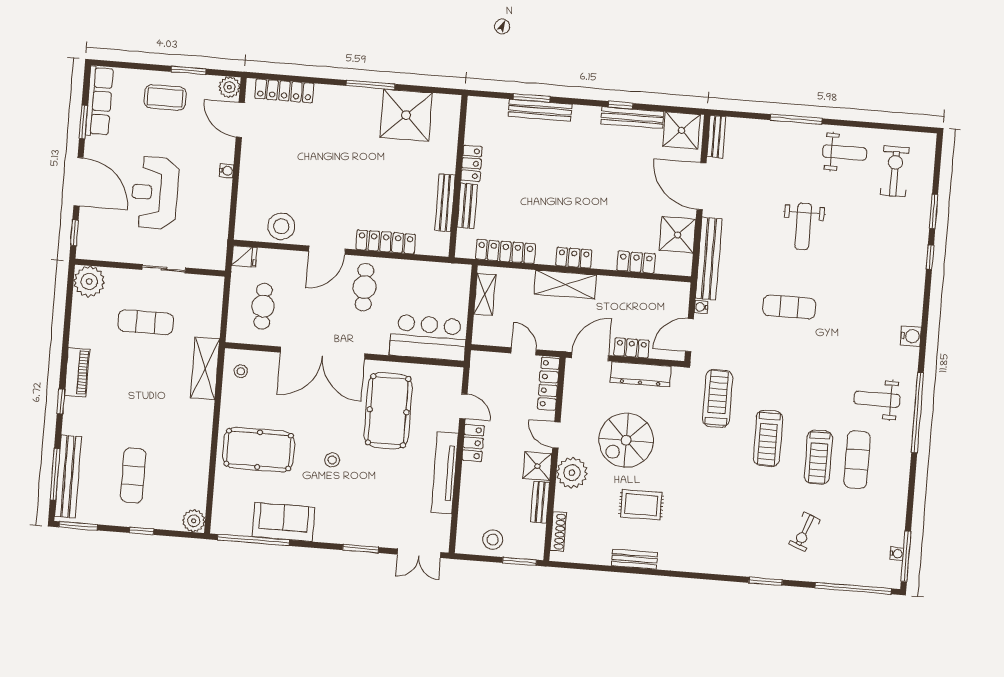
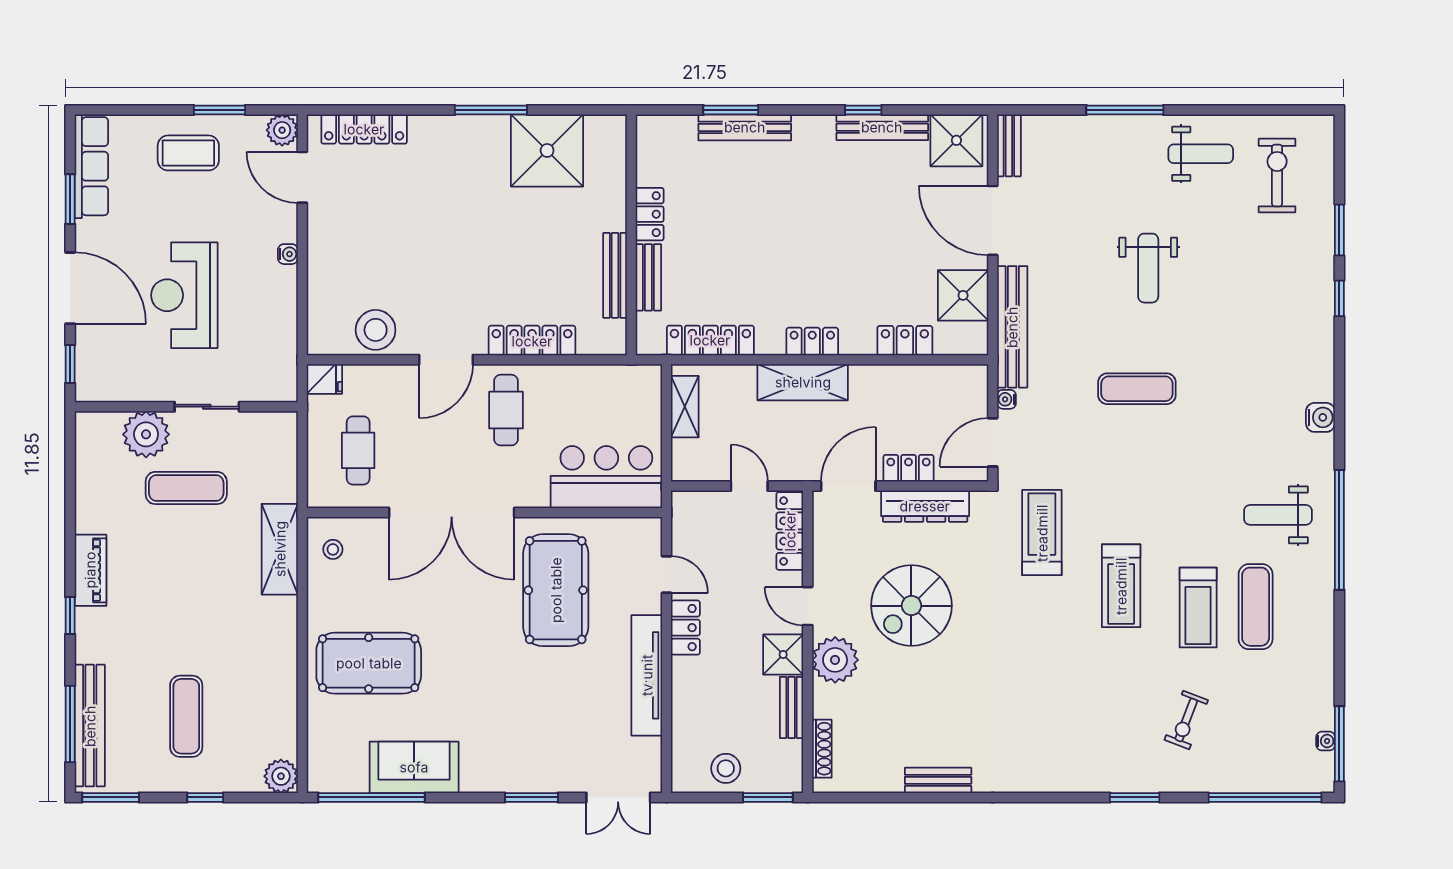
plant: (89, 281) -> (146, 434), moved
stool: (332, 460) -> (479, 670), removed
rug: (641, 505) -> (941, 699), removed

